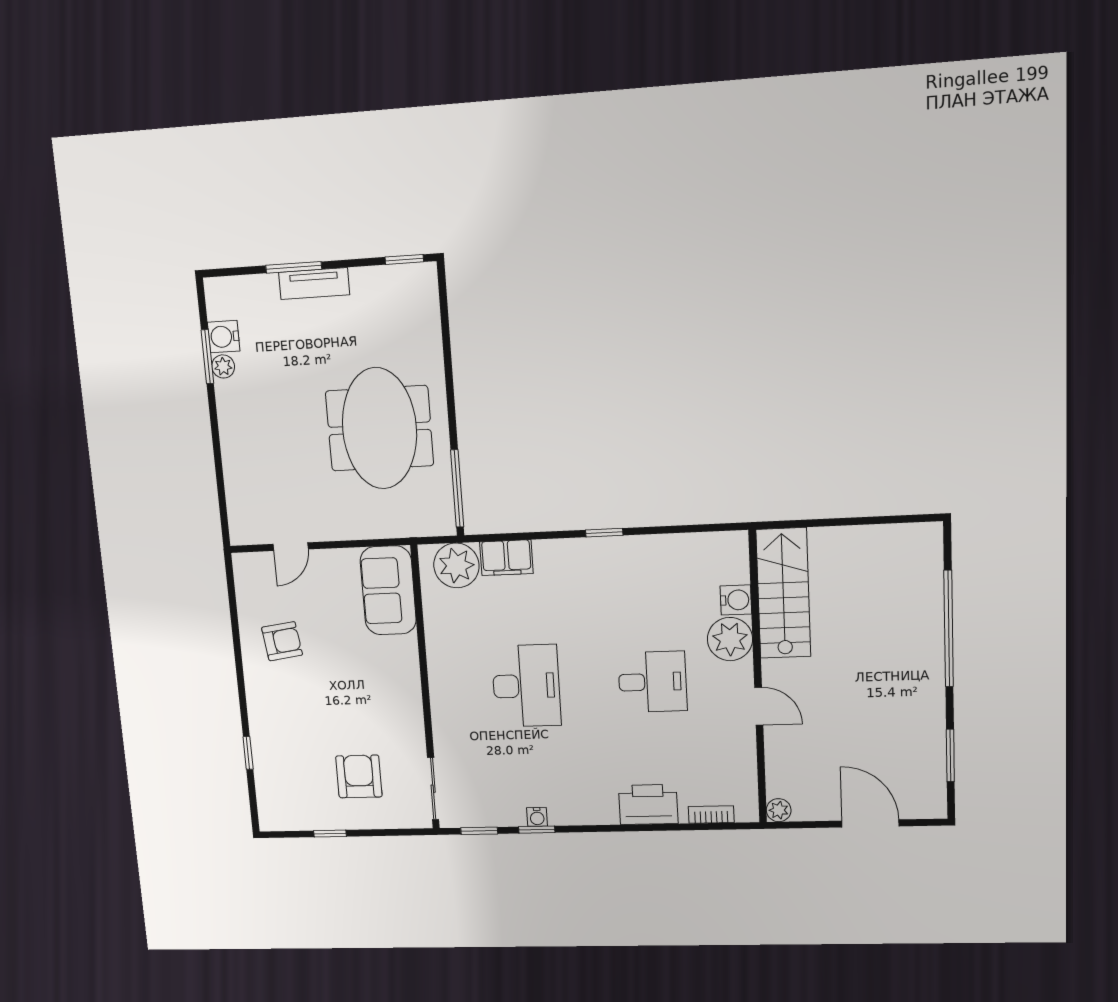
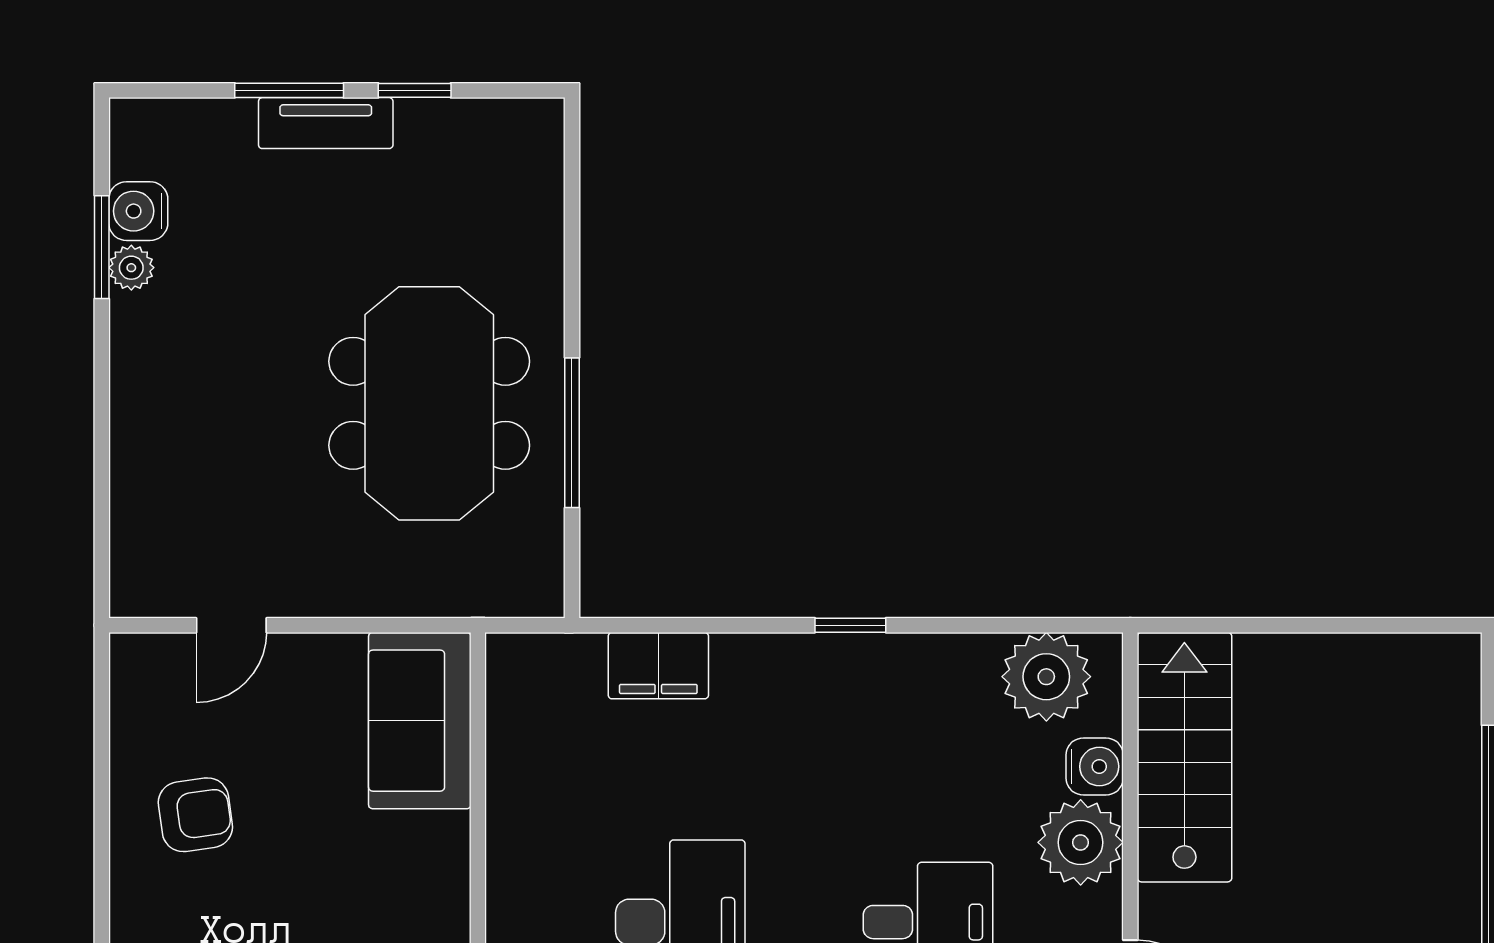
window: (404, 259) -> (415, 90), moved
window: (457, 488) -> (572, 433), moved
plant: (456, 565) -> (1046, 677), moved

